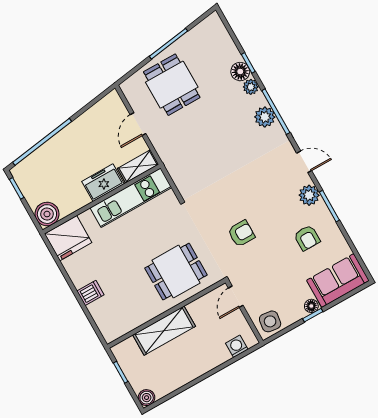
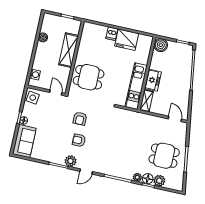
dining table: (172, 85) -> (164, 156), moved
plant: (265, 117) -> (159, 181), moved
door: (138, 124) -> (175, 119), moved
fridge: (68, 238) -> (127, 40), moved, turned -90
armchair: (307, 238) -> (79, 140), moved
dining table: (176, 272) -> (89, 77), turned 90
boiler: (147, 398) -> (43, 37), moved

